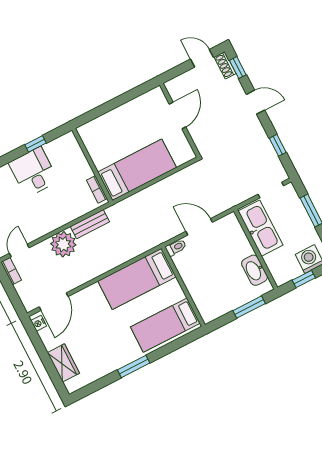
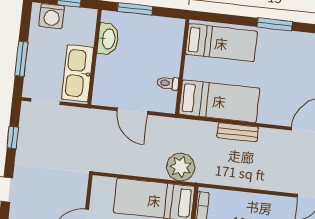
bench: (90, 224) -> (238, 132), moved
plant: (63, 244) -> (181, 167), moved
toilet: (176, 247) -> (168, 83), moved

